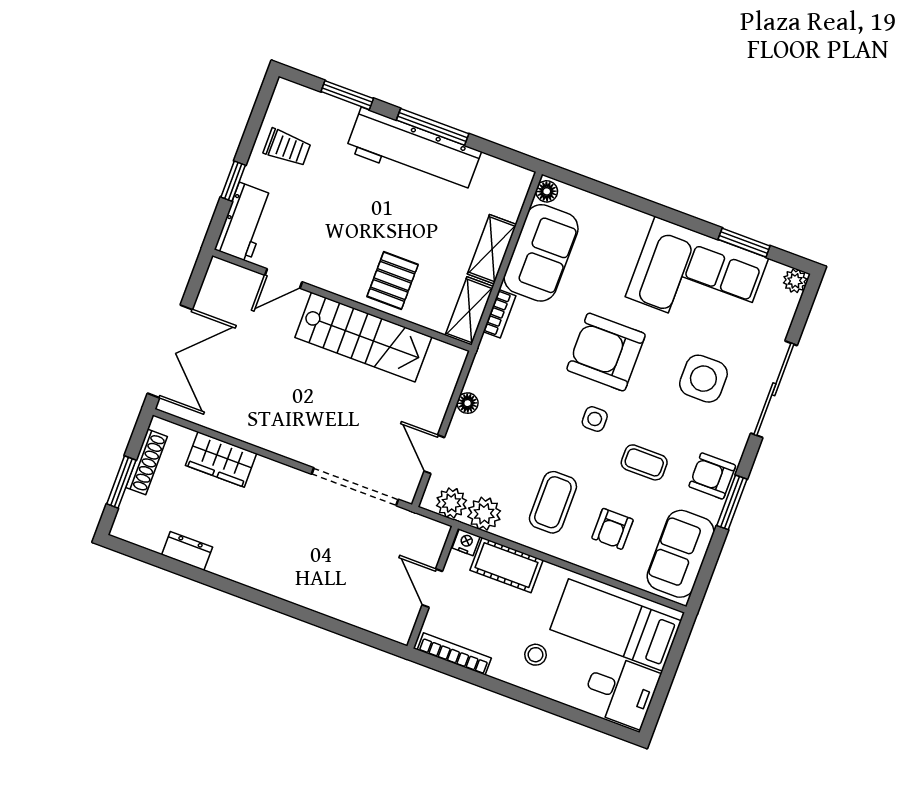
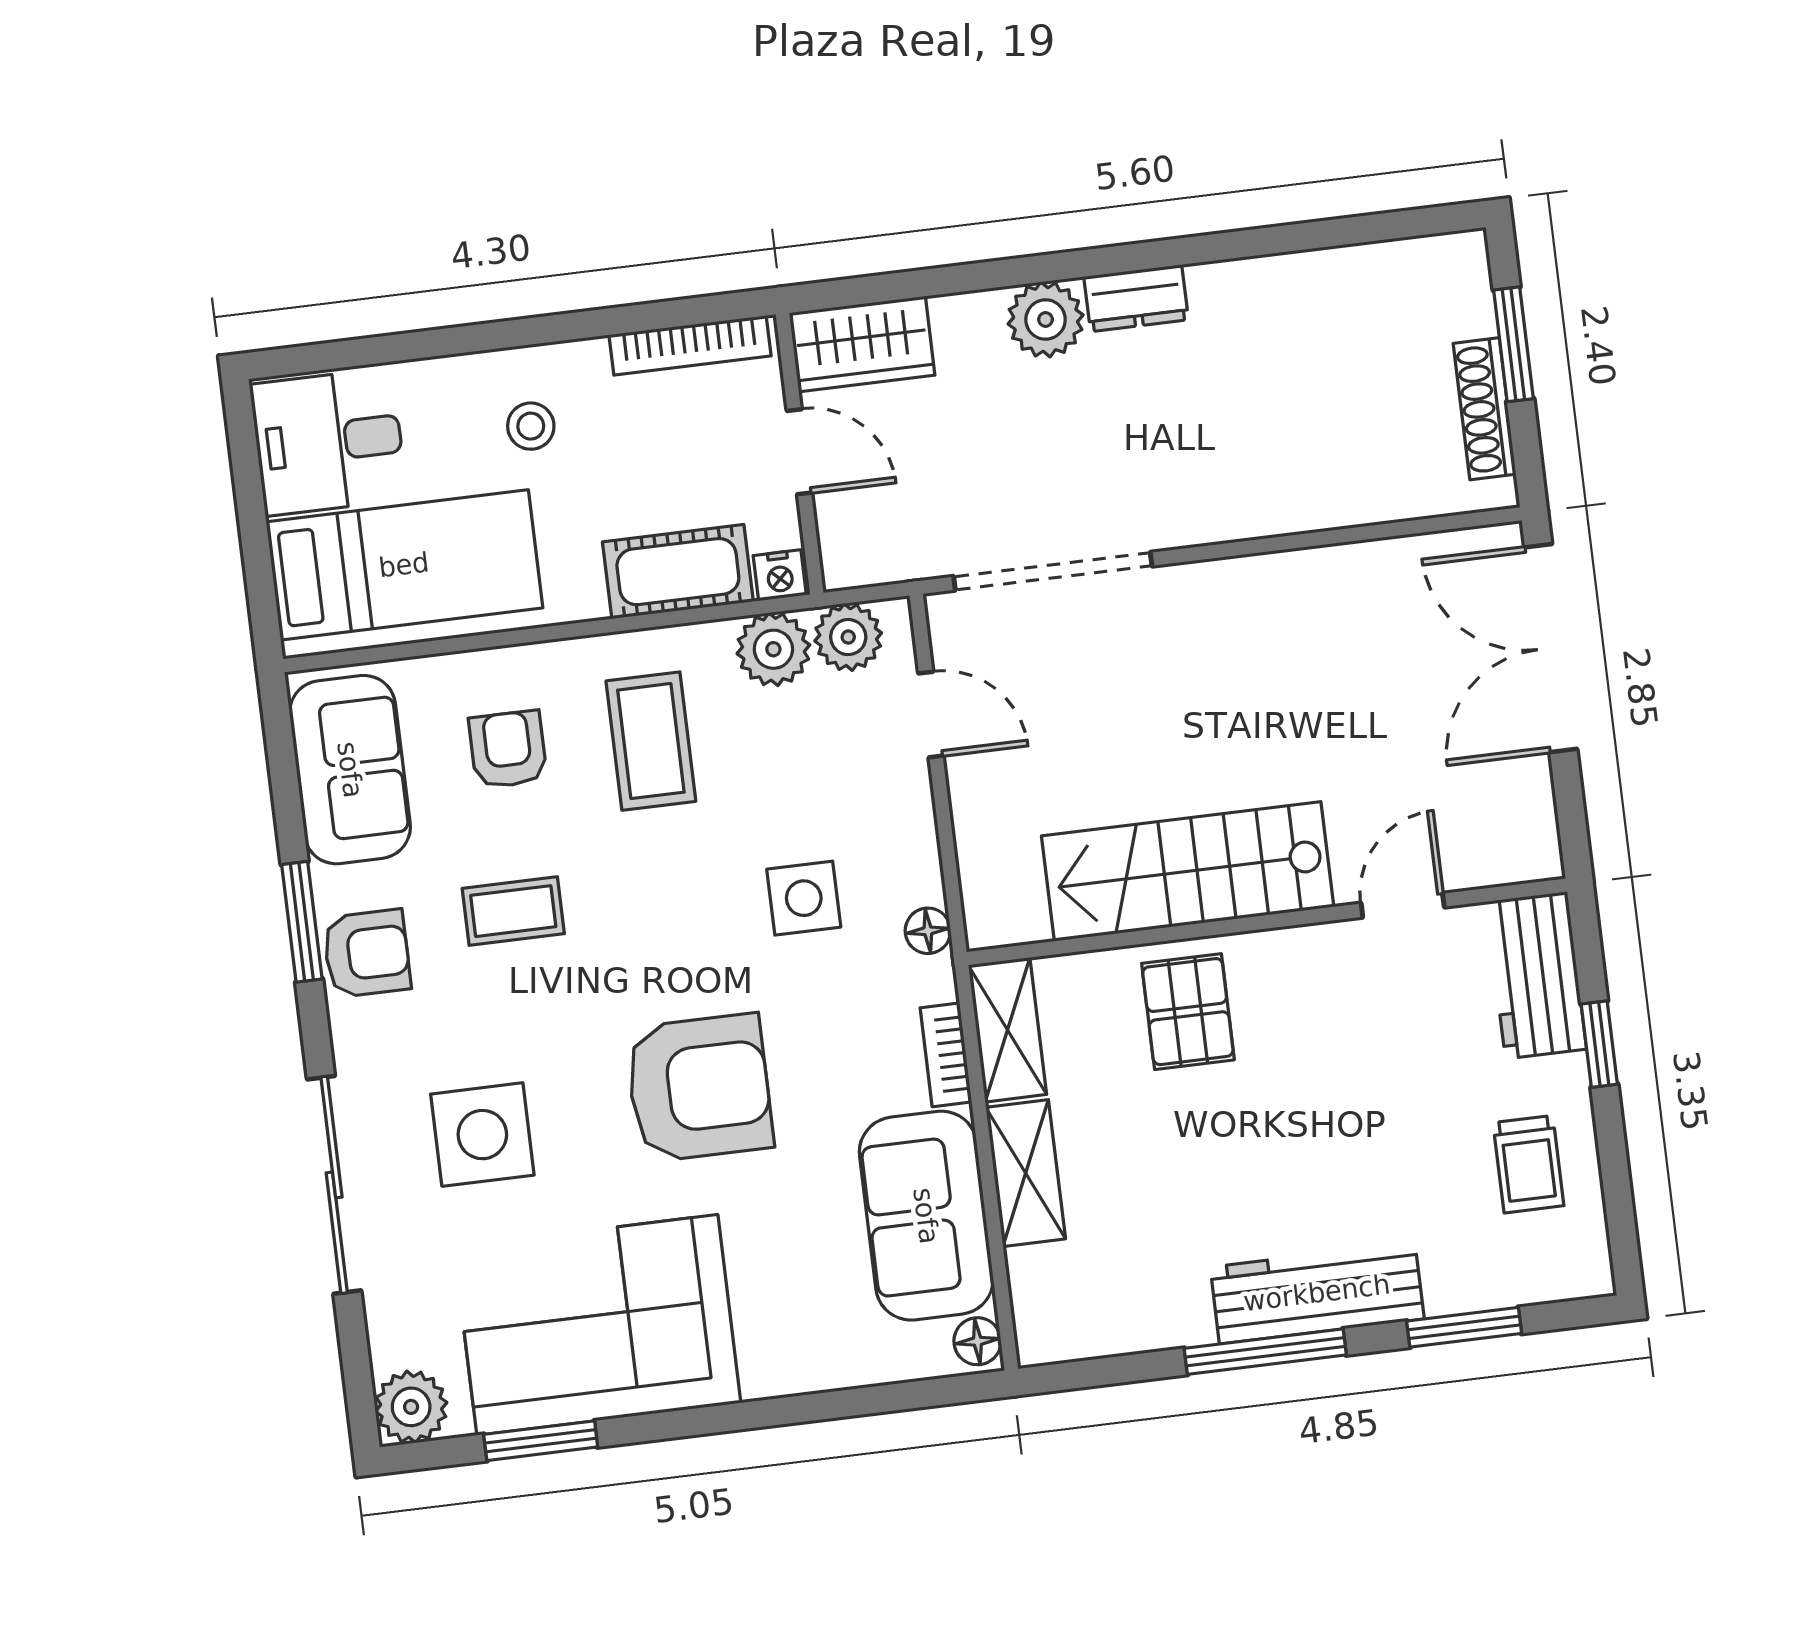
trolley: (287, 148) -> (1528, 1164), turned -90
workbench: (413, 151) -> (1317, 1293), width x0.73, depth x0.76
plant: (795, 281) -> (411, 1407), width x1.38, depth x1.38
floor lamp: (468, 403) -> (928, 931), moved
side table: (595, 419) -> (804, 898), moved, width x1.37, depth x1.37
wardrobe: (221, 459) -> (862, 344), moved, turned 180
dresser: (187, 551) -> (1136, 298), moved
plant: (305, 590) -> (1046, 319), added

